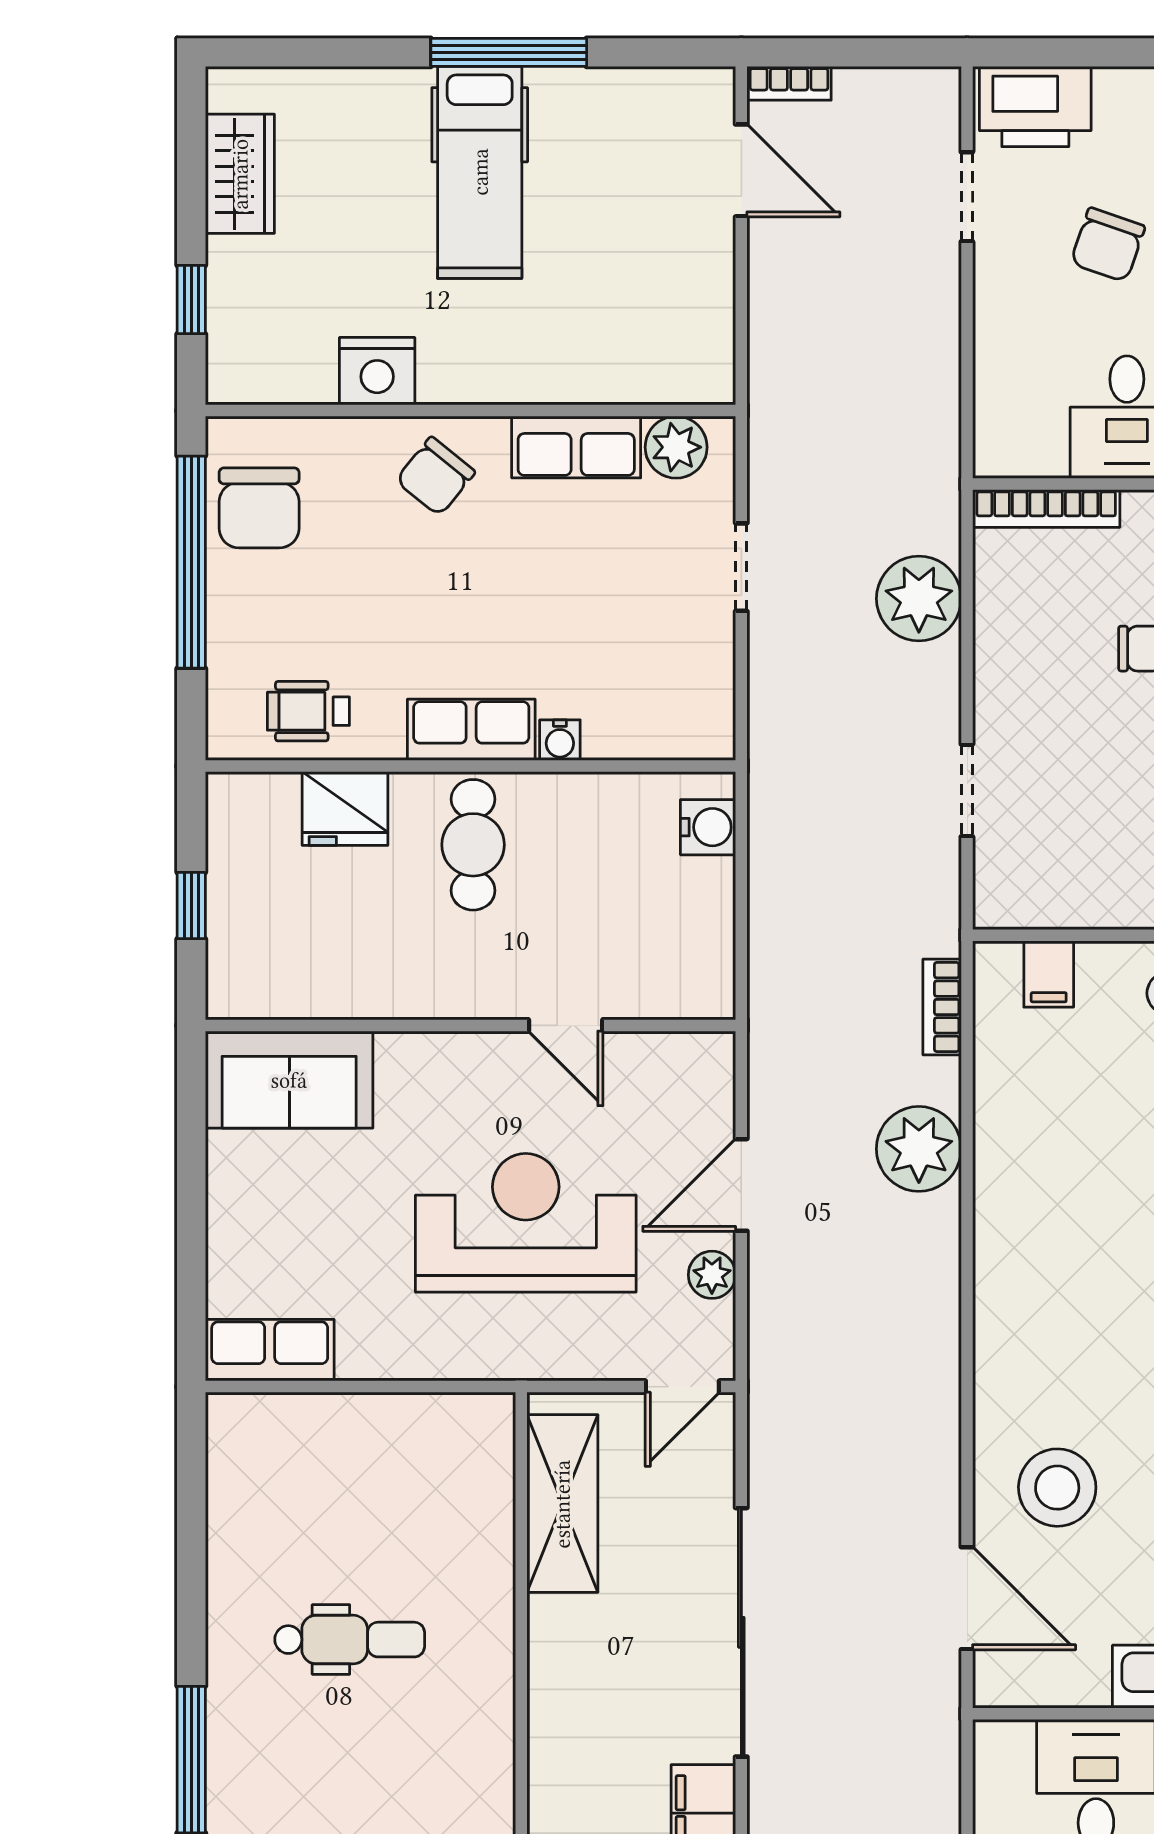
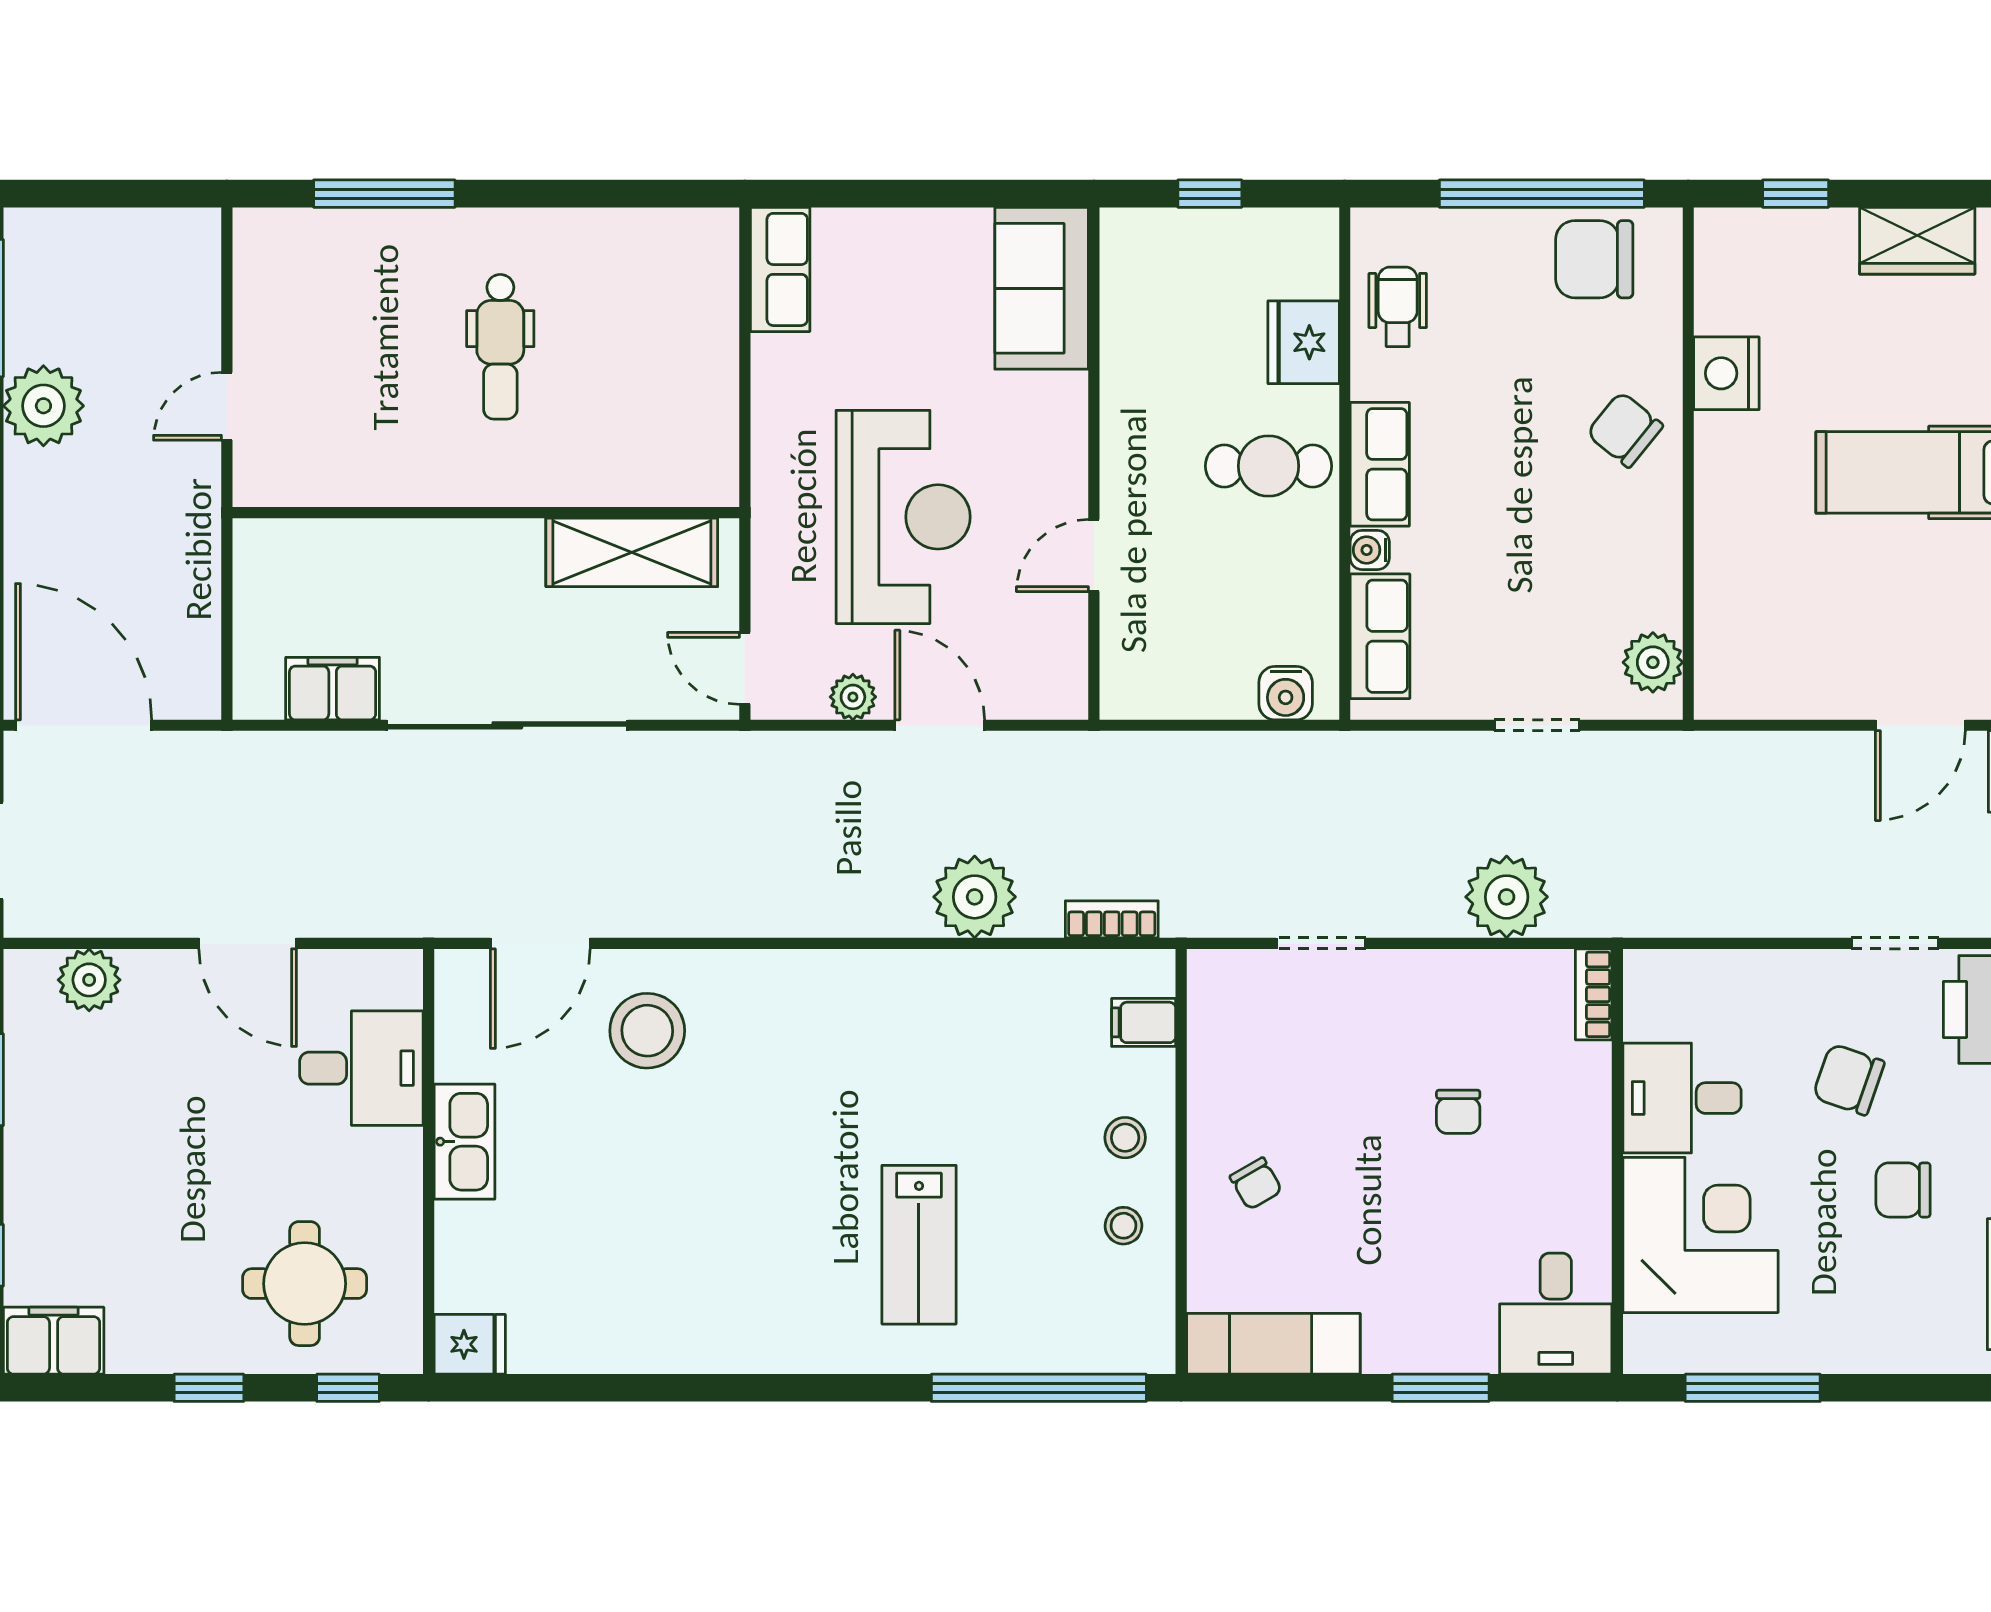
row of seats: (576, 447) -> (1380, 636), moved, turned 180
bookcase: (1046, 508) -> (1594, 994), width x0.64

